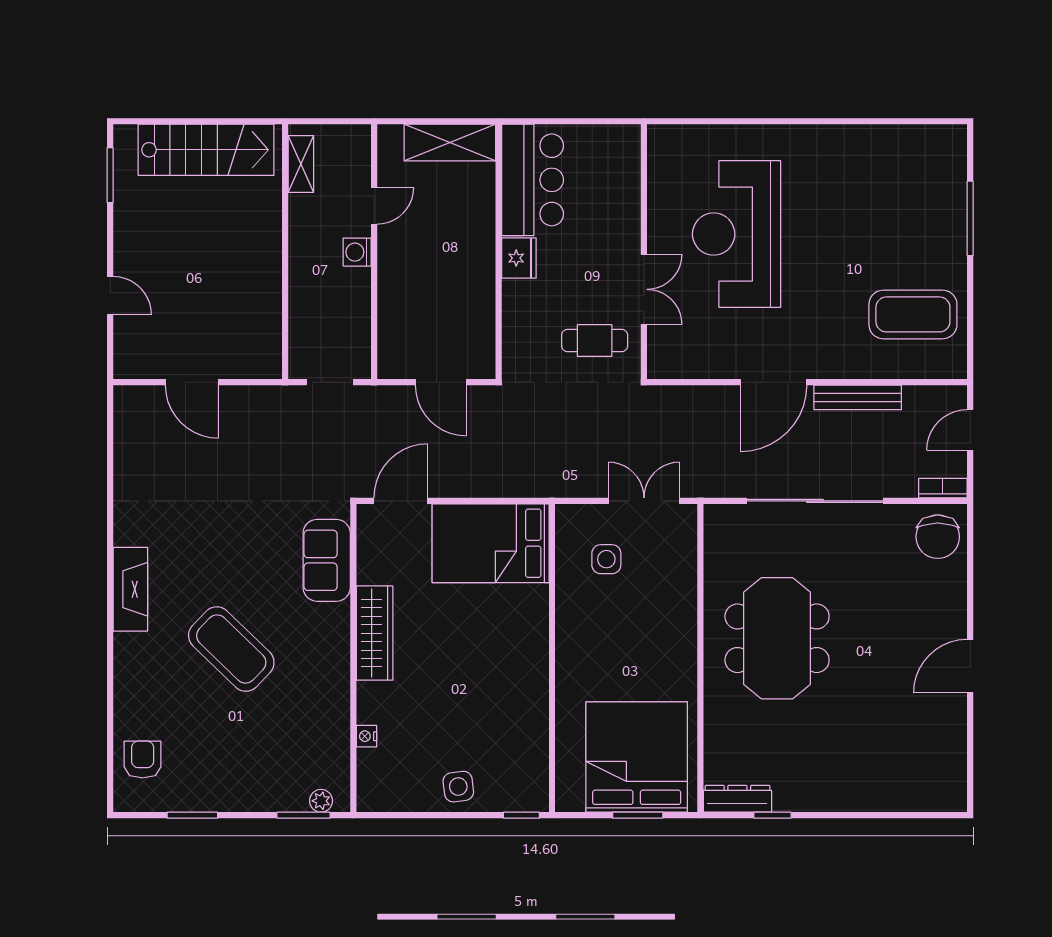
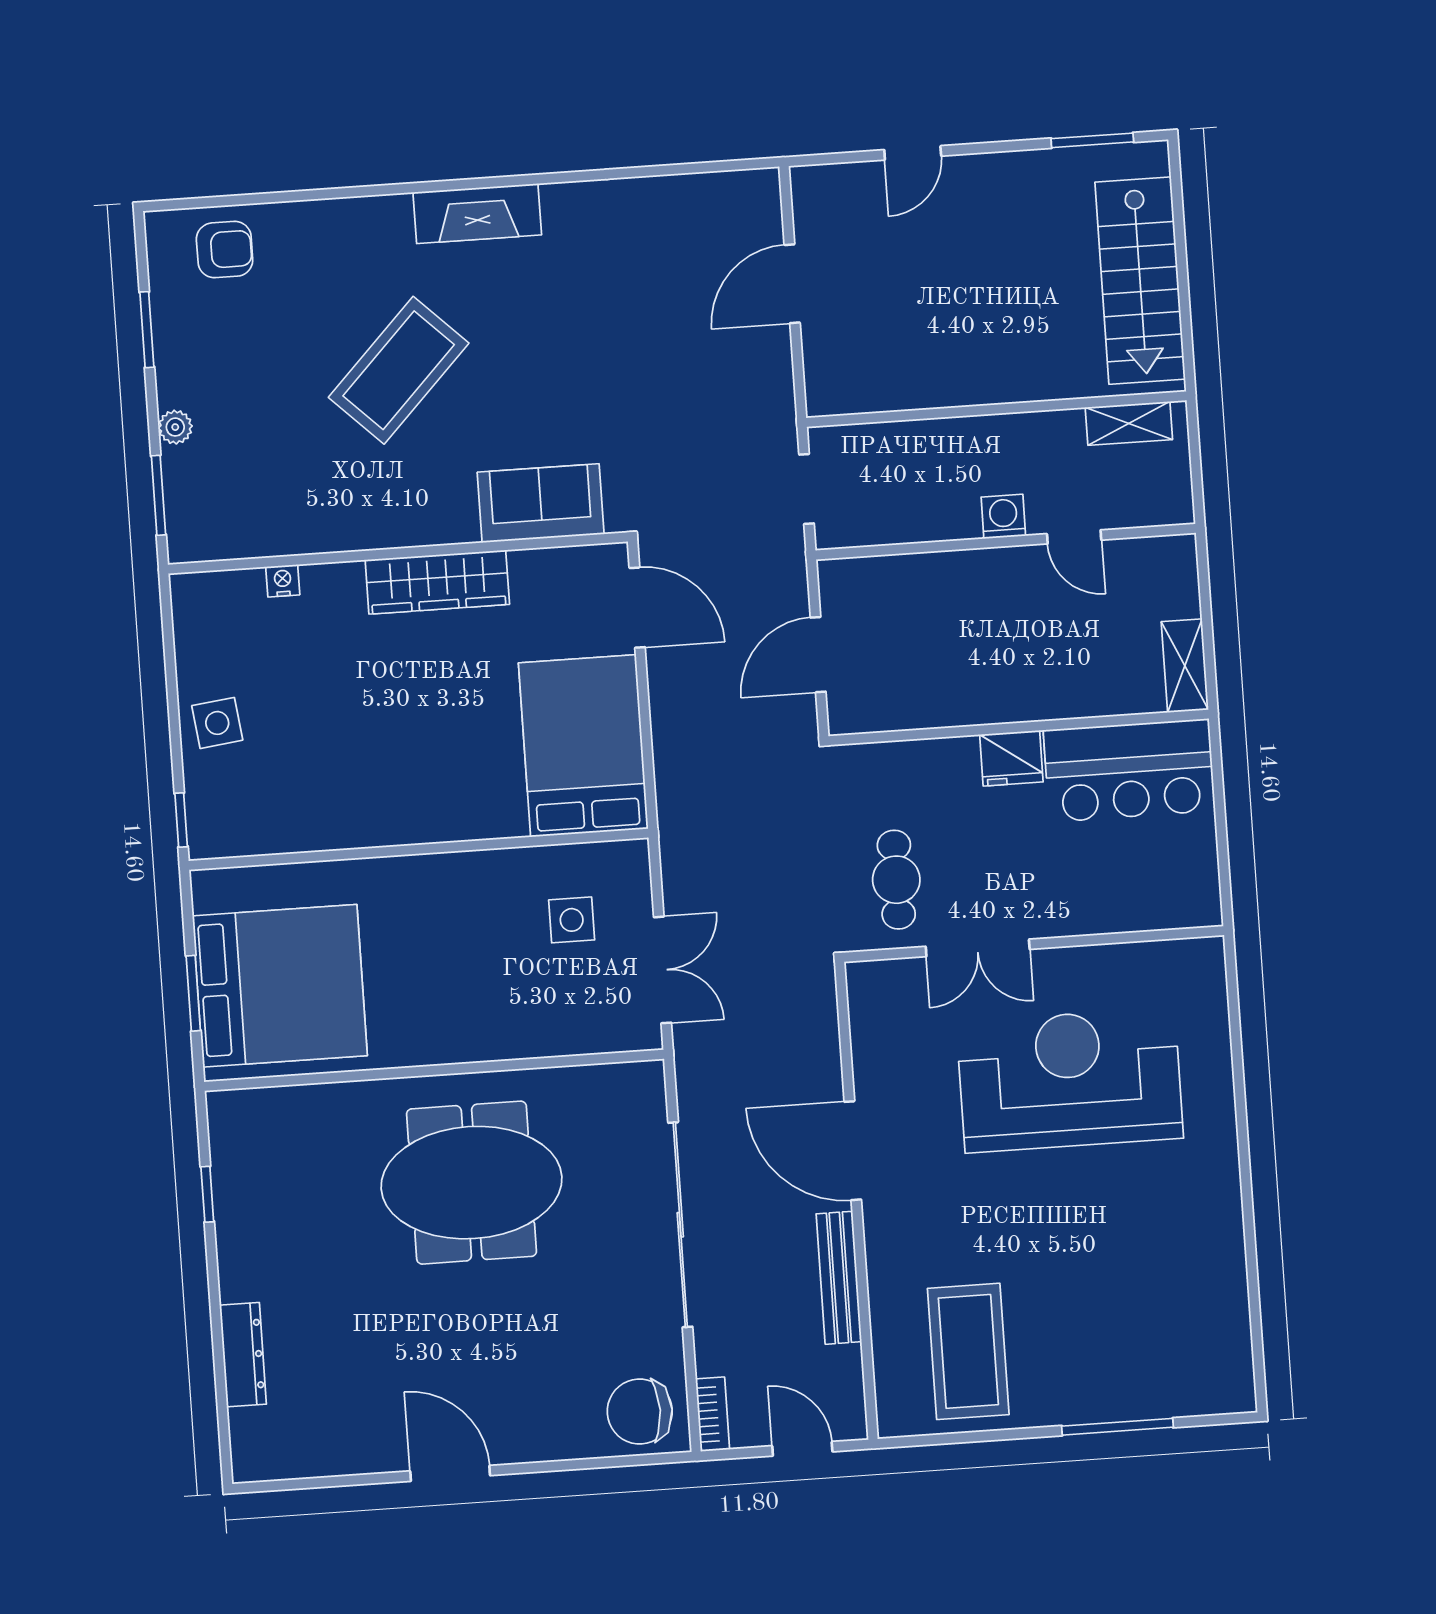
shelving: (450, 142) -> (1185, 666), width x0.67, depth x0.75
dresser: (737, 799) -> (243, 1355), moved
plant: (321, 801) -> (175, 427), moved

